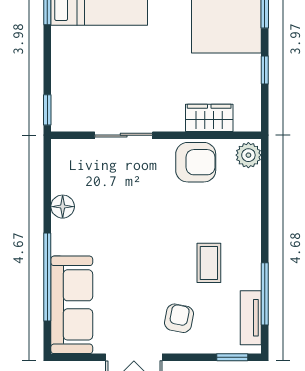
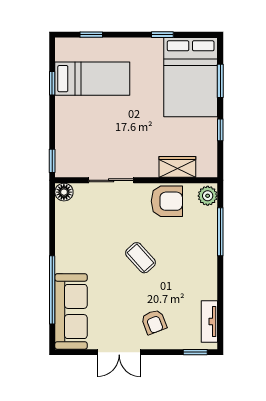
floor lamp: (63, 207) -> (64, 192), moved
coffee table: (209, 263) -> (141, 258), moved, turned -42
window: (265, 294) -> (220, 232), moved
armchair: (179, 318) -> (154, 322), turned 148

